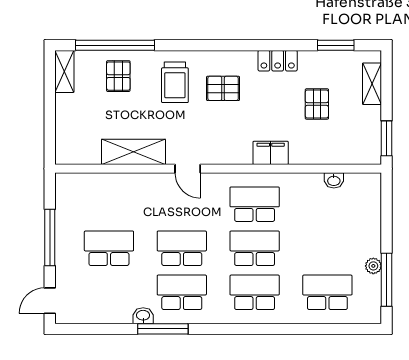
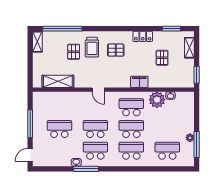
pallet: (118, 76) -> (74, 52), moved
shelving: (133, 152) -> (58, 81), moved
plant: (307, 189) -> (157, 100), added

